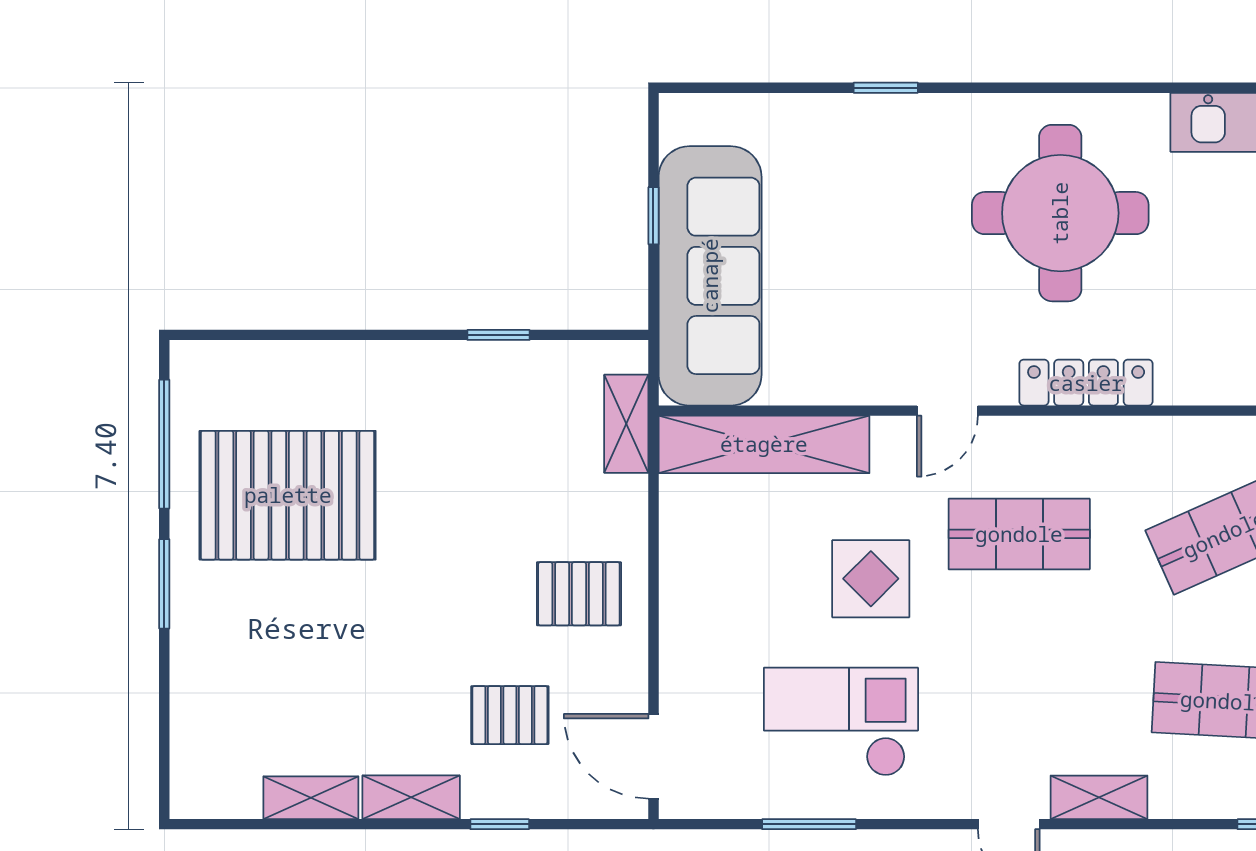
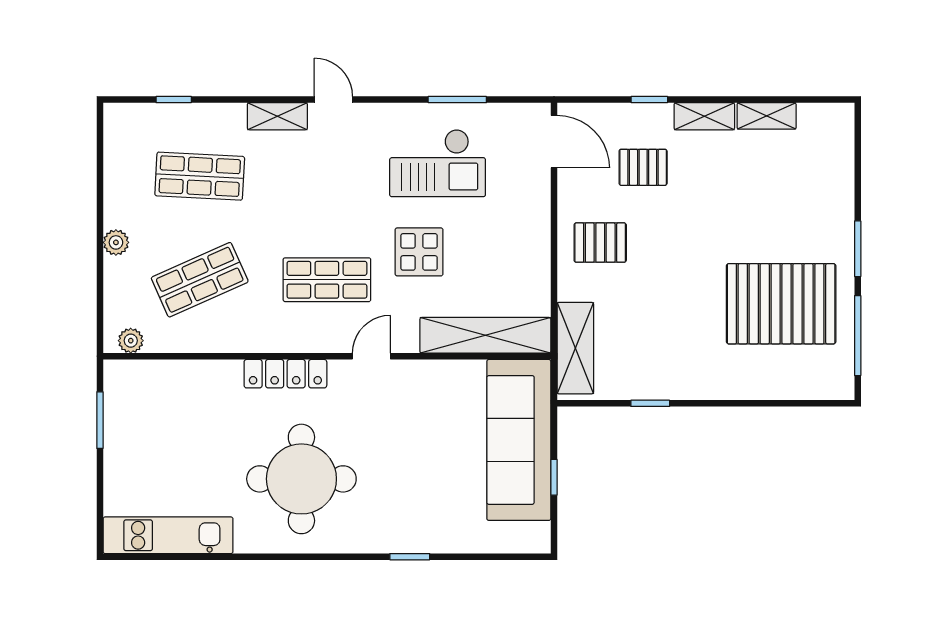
shelving: (626, 424) -> (575, 348), width x1.50, depth x1.33

